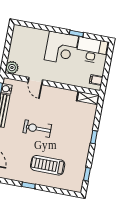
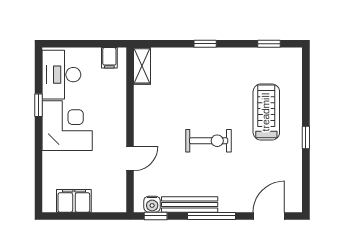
filing cabinet: (17, 44) -> (74, 201), added
plant: (12, 68) -> (115, 202), removed
exercise bike: (37, 129) -> (209, 141), turned -90
treadmill: (48, 165) -> (266, 112), turned 180

